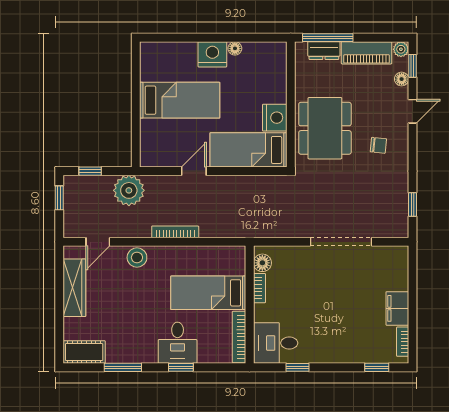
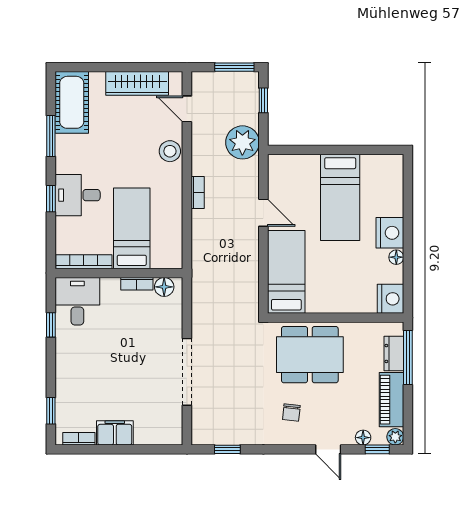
nightstand: (275, 118) -> (390, 299), moved, turned -90
window: (59, 198) -> (234, 67), width x1.50
bookcase: (175, 232) -> (198, 193), width x0.64
cot: (84, 352) -> (72, 102), width x1.37, depth x1.34

